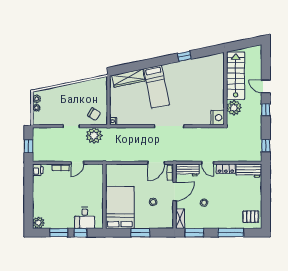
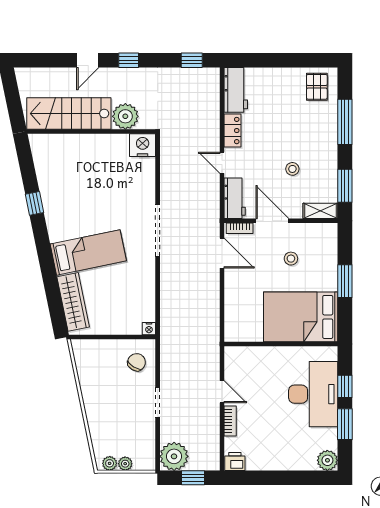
plant: (94, 135) -> (174, 456), moved
door: (208, 163) -> (222, 163), swing flipped
desk: (85, 218) -> (313, 394), width x1.87, depth x1.30

